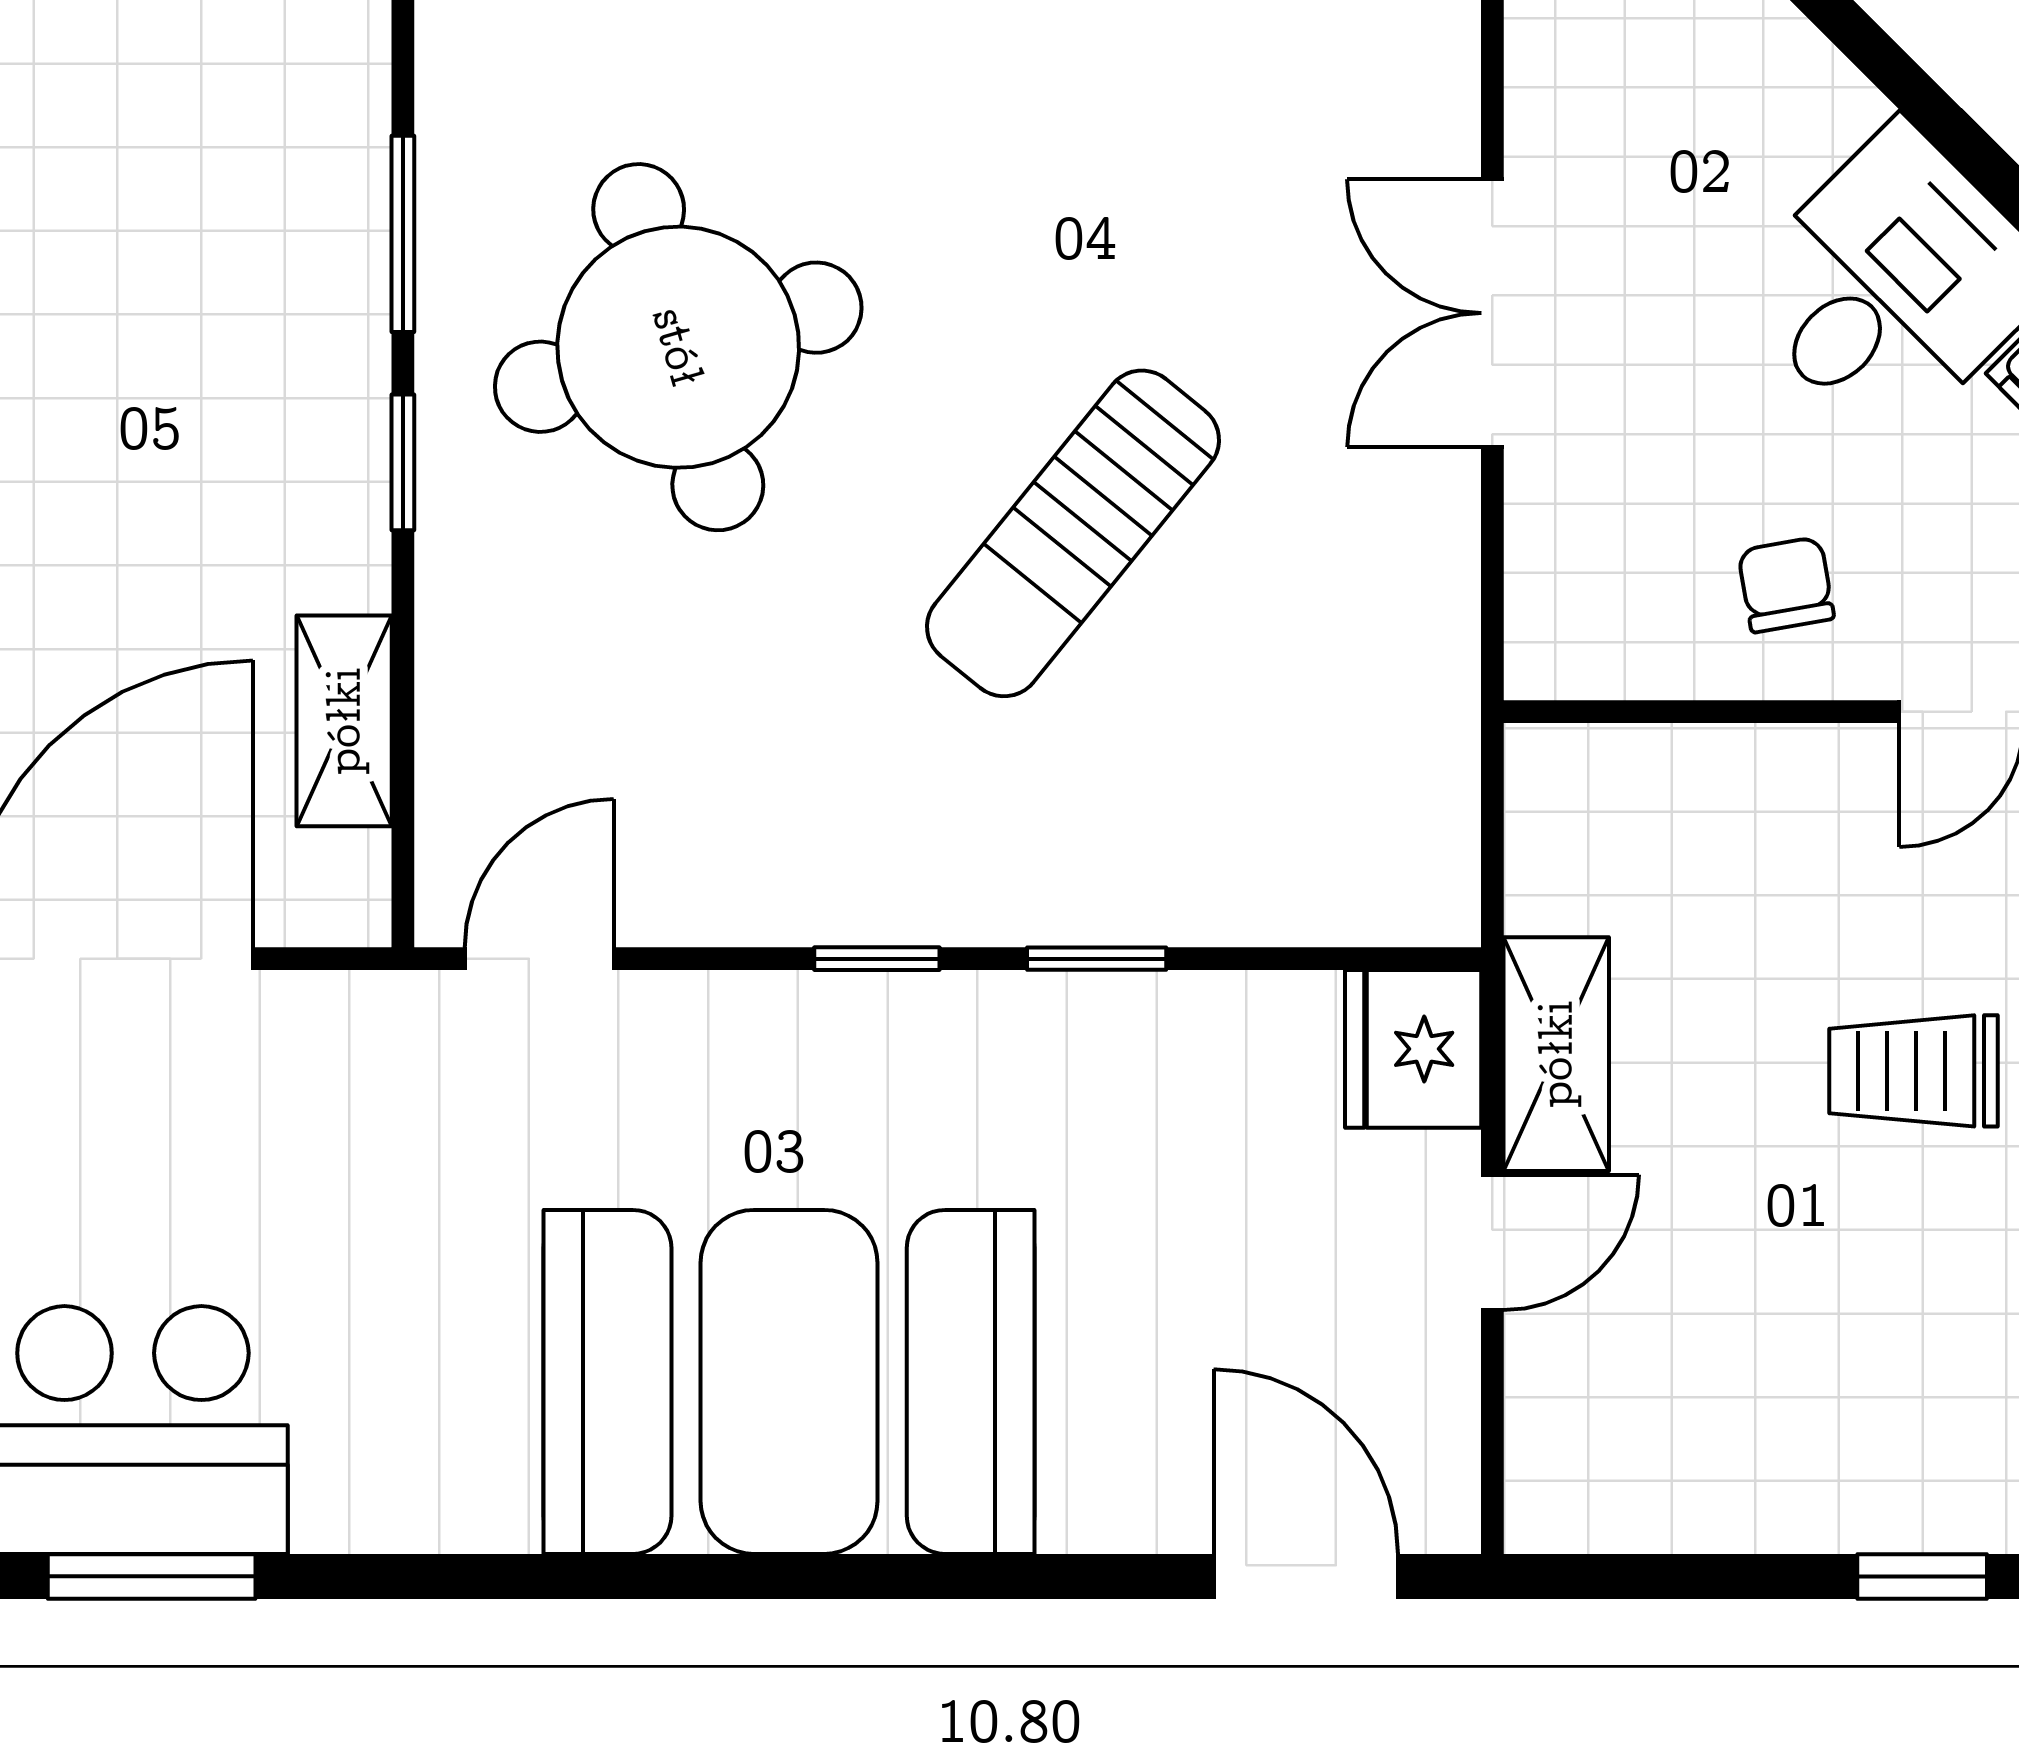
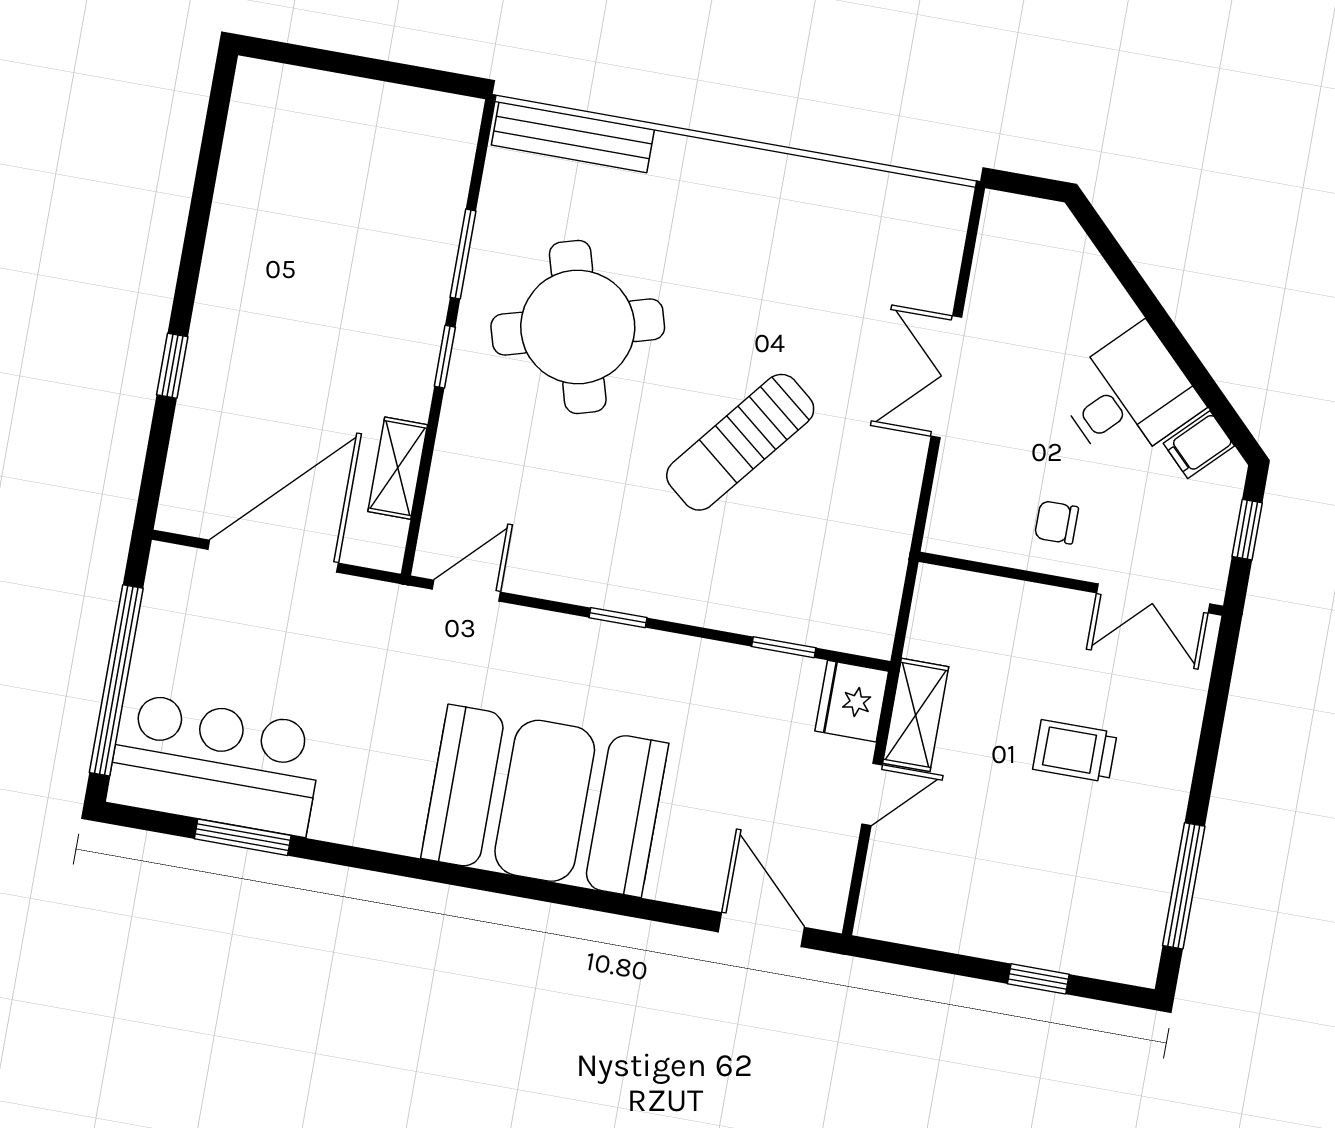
chair: (1786, 585) -> (1056, 522), turned -80
window: (1097, 959) -> (784, 647), moved

